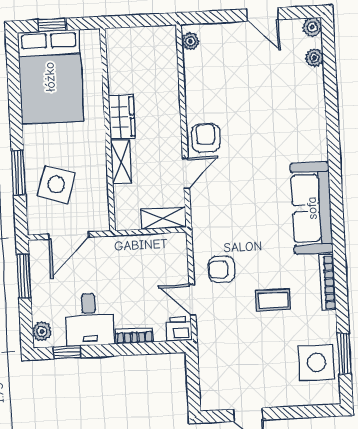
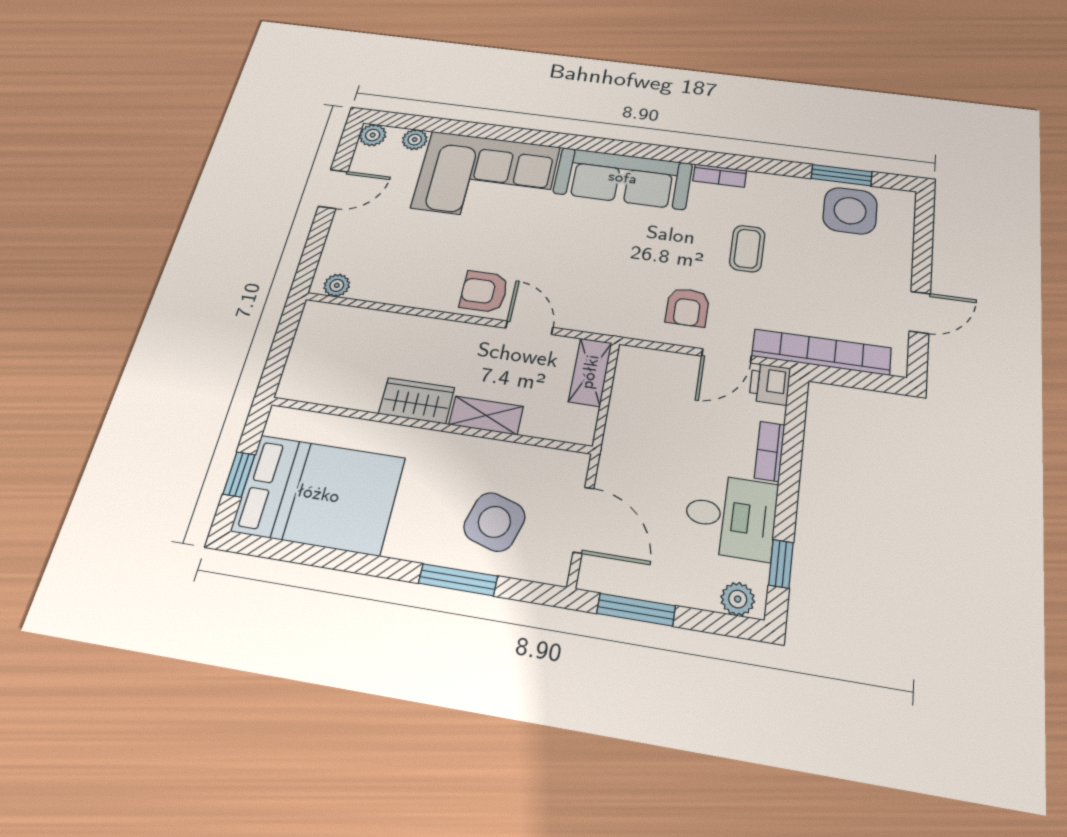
corner sofa: (293, 116) -> (486, 177), added
bookcase: (328, 282) -> (720, 176), width x0.64
bookcase: (207, 357) -> (821, 352), added

